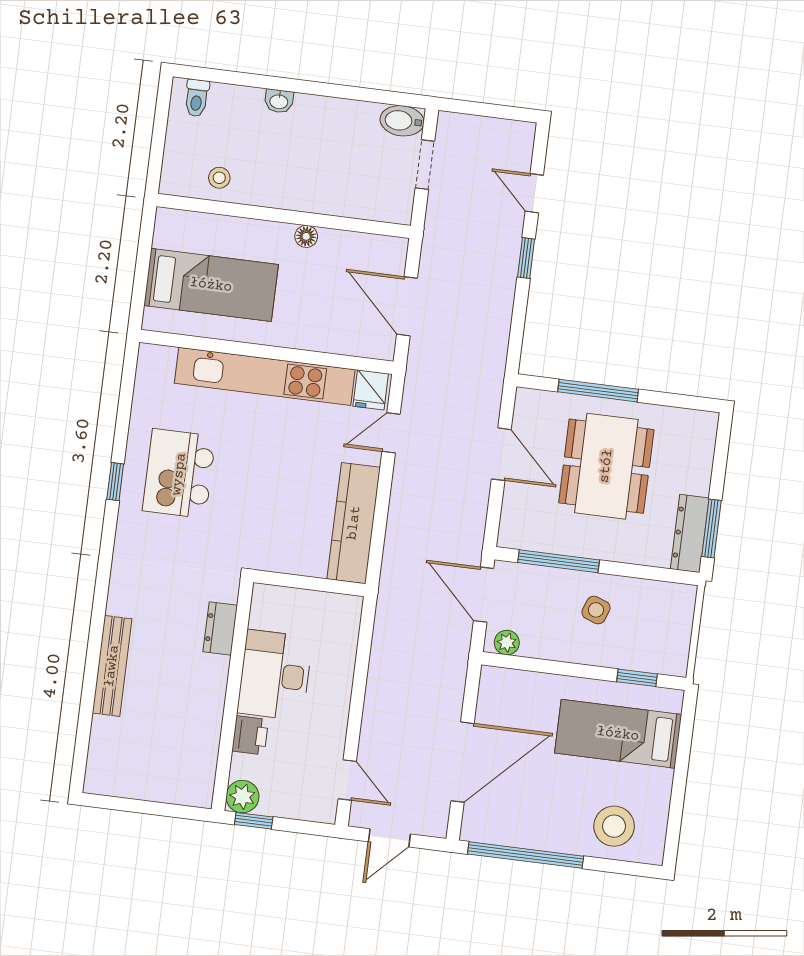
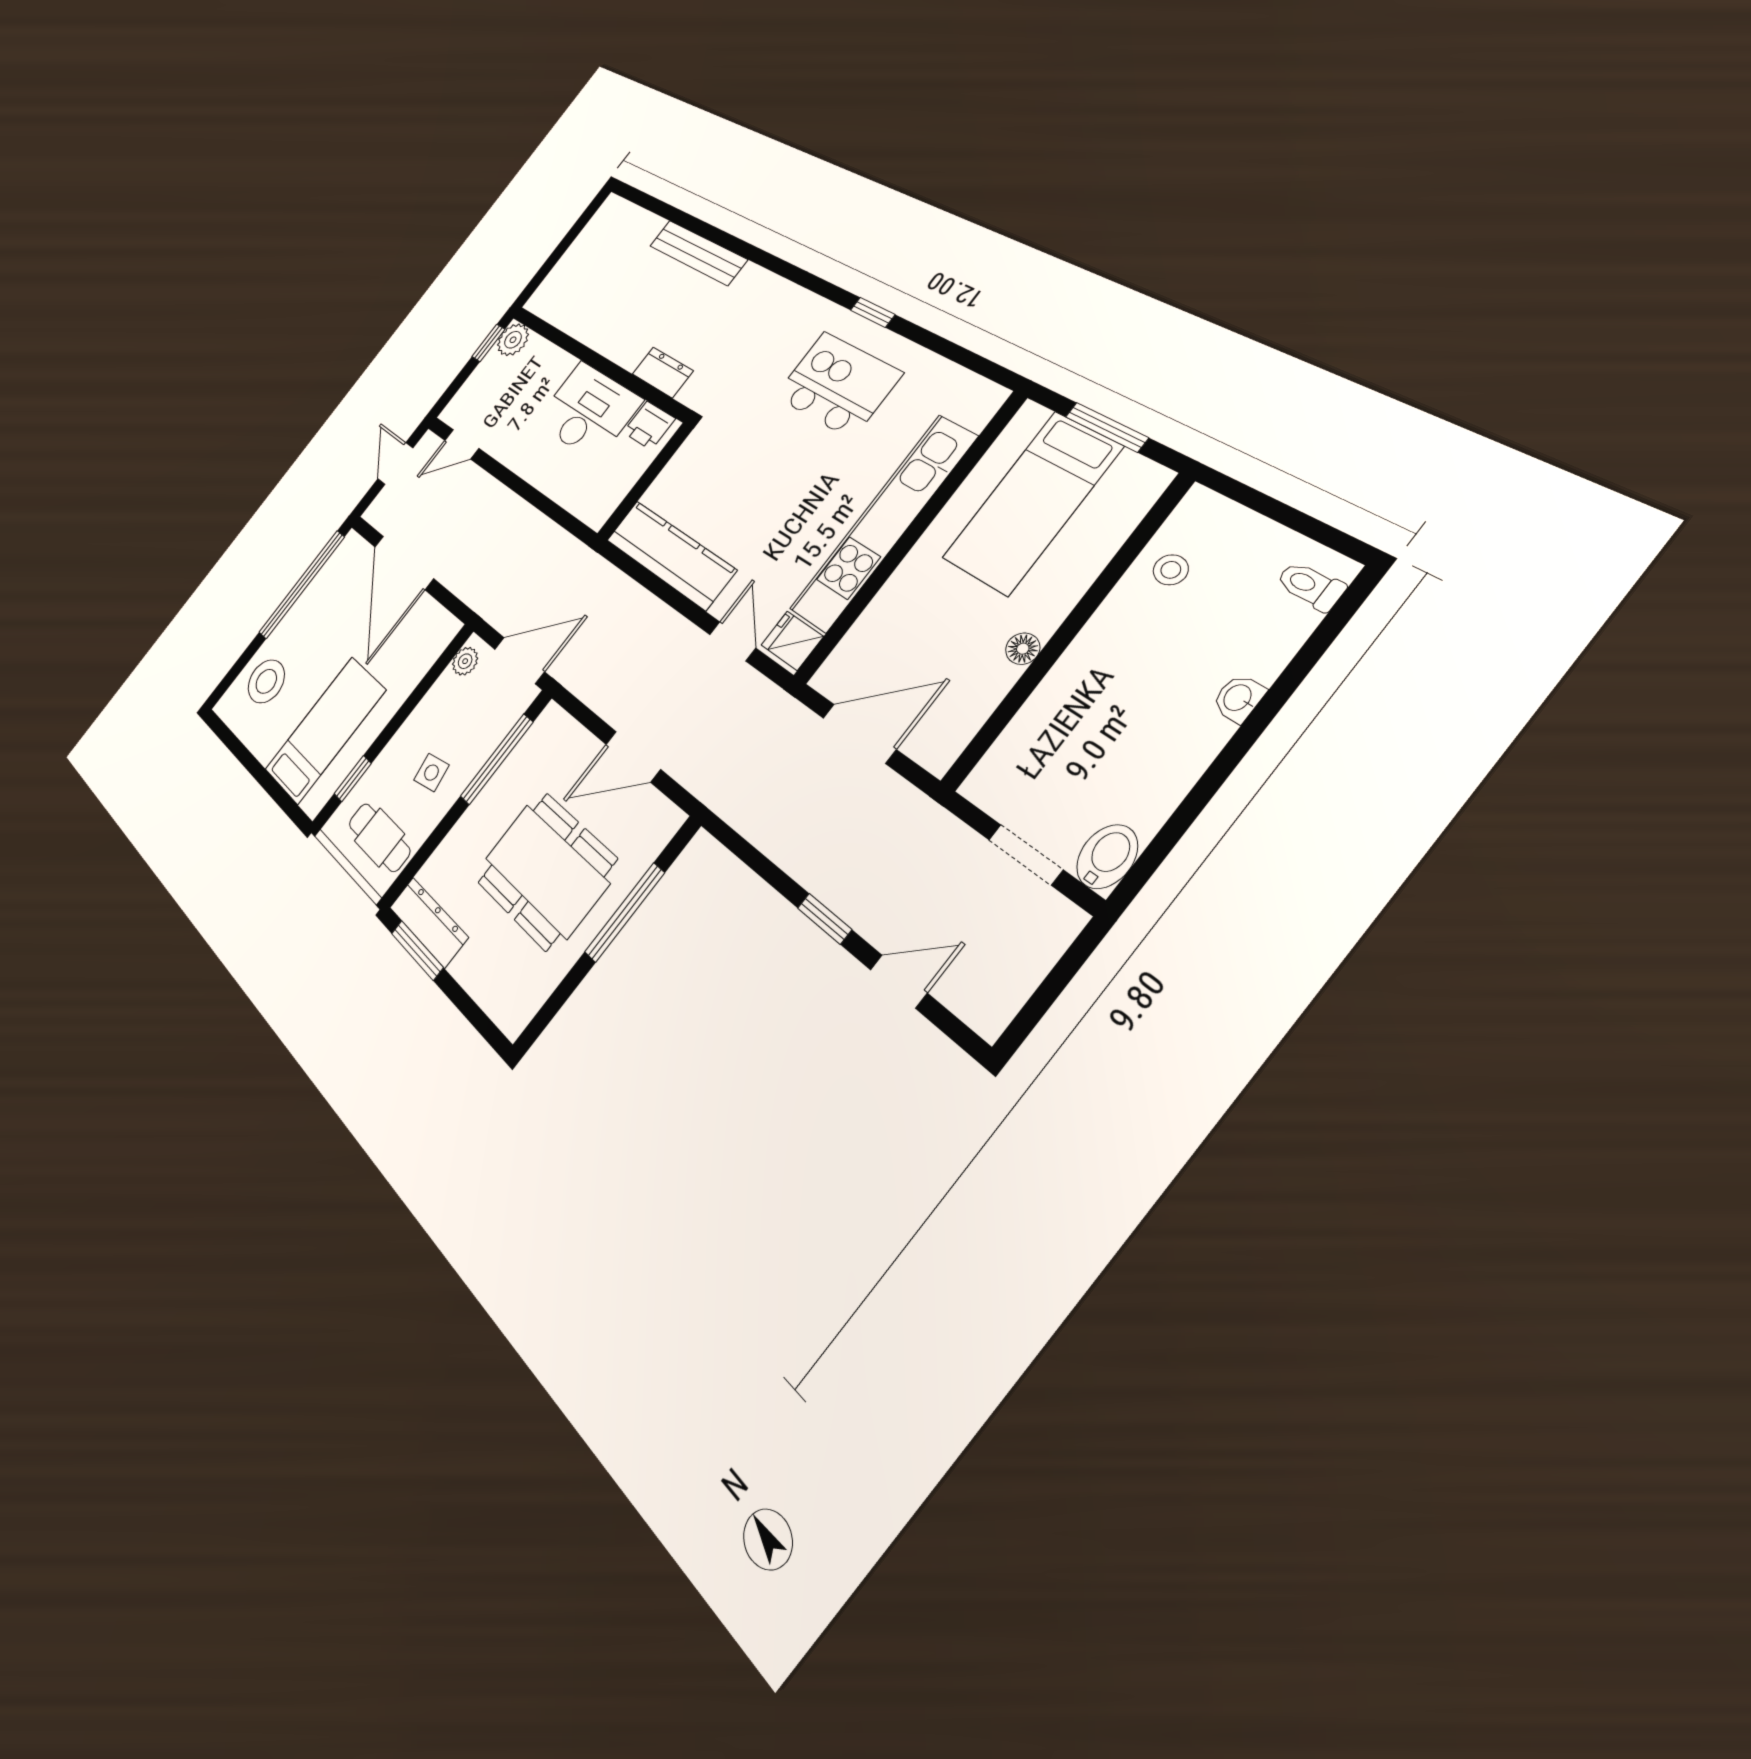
window: (142, 267) -> (1107, 427), added
side table: (596, 610) -> (431, 773), turned -31
cafe table: (662, 620) -> (379, 837), added
printer: (250, 735) -> (649, 425), moved

